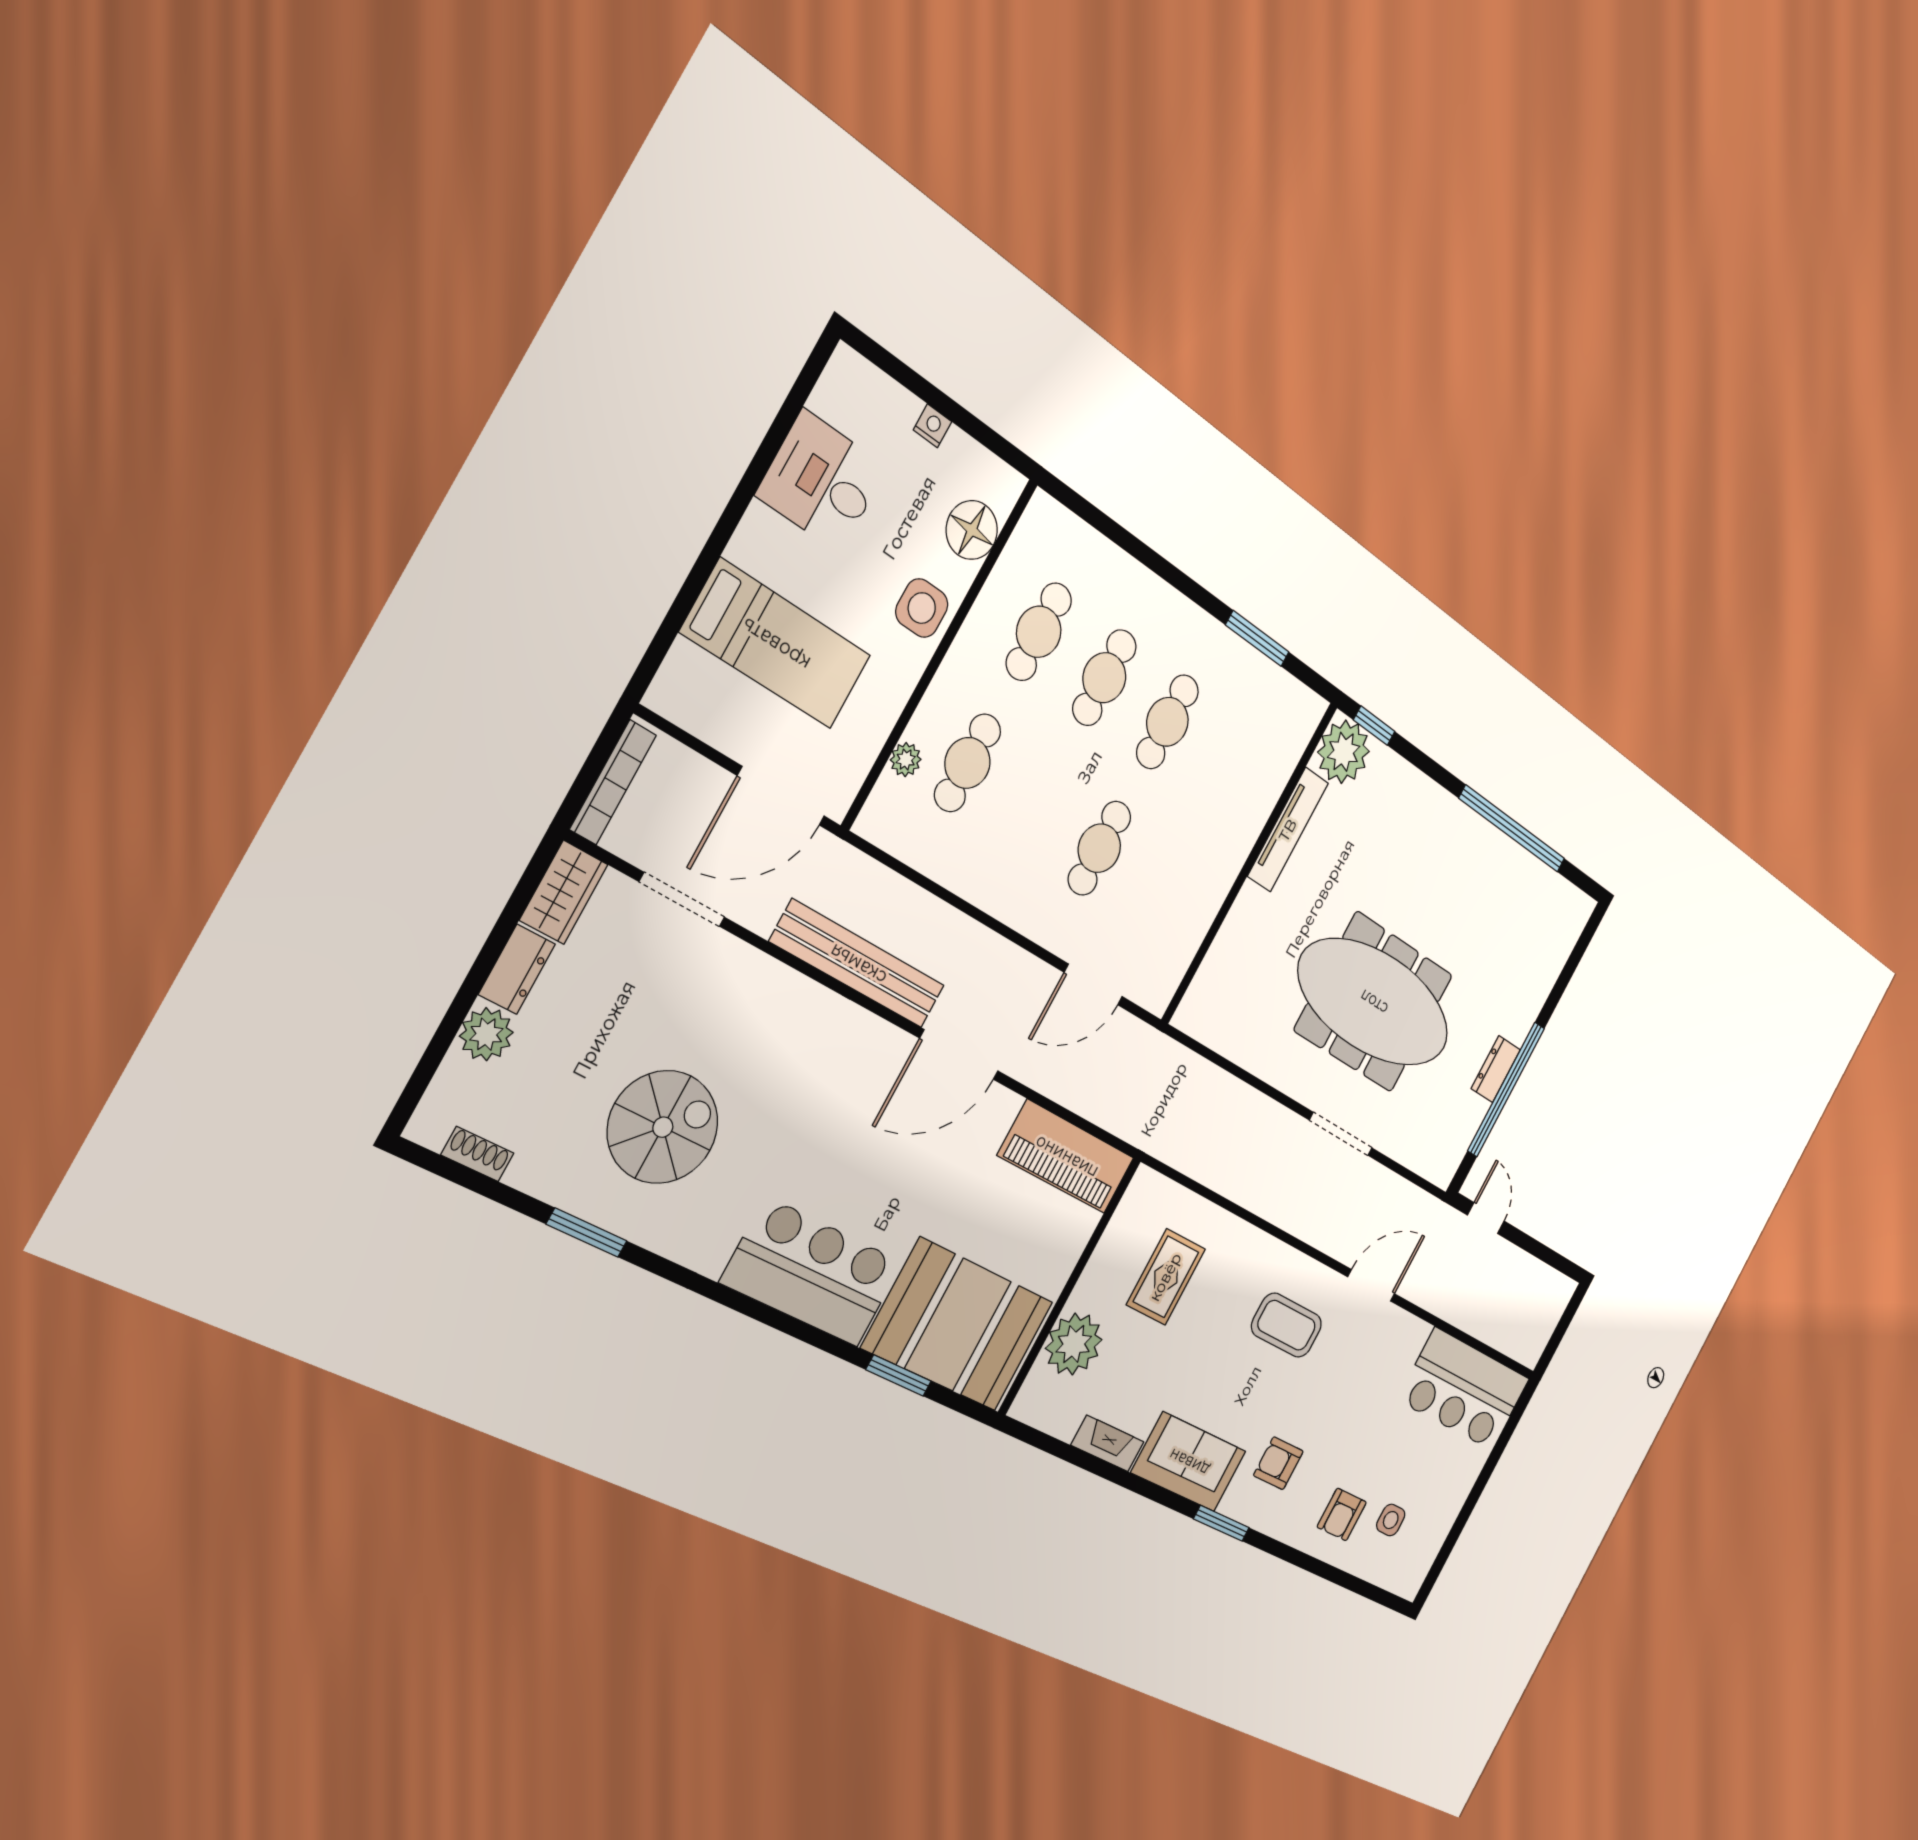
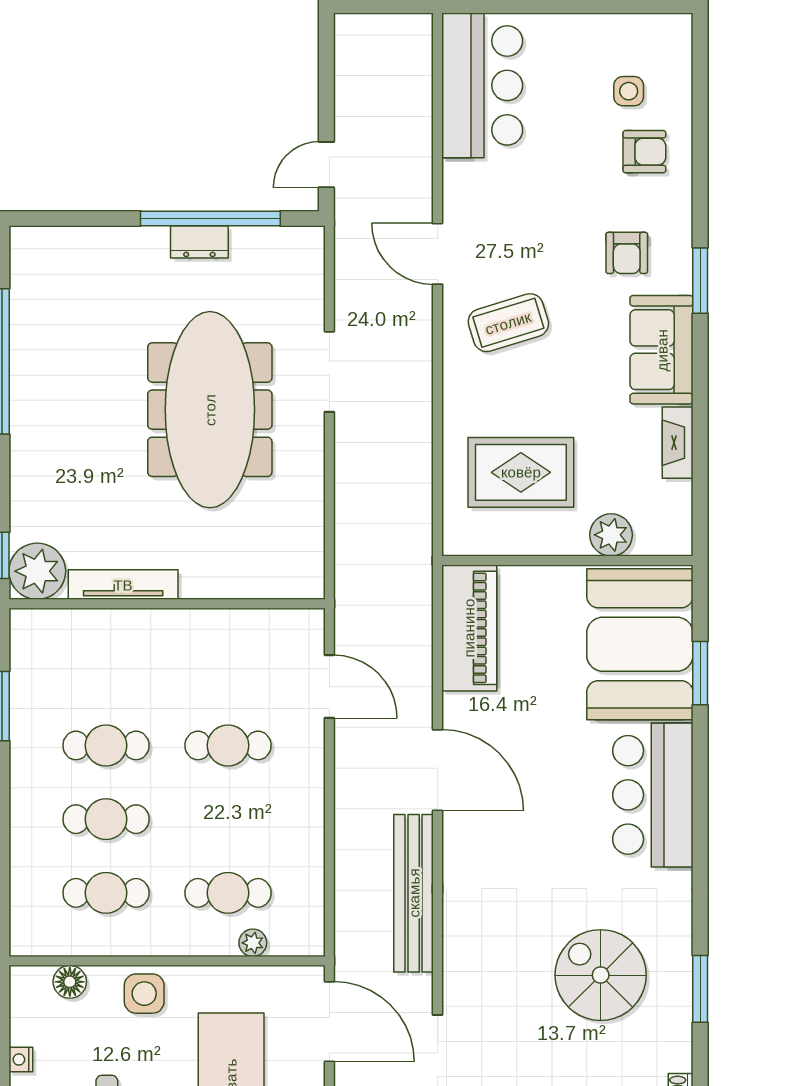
floor lamp: (972, 530) -> (70, 982), width x0.73, depth x0.73
rug: (1166, 1277) -> (521, 472), width x1.36, depth x1.43
coffee table: (1287, 1325) -> (508, 323), turned 73
plant: (1074, 1344) -> (611, 535), width x0.73, depth x0.73

